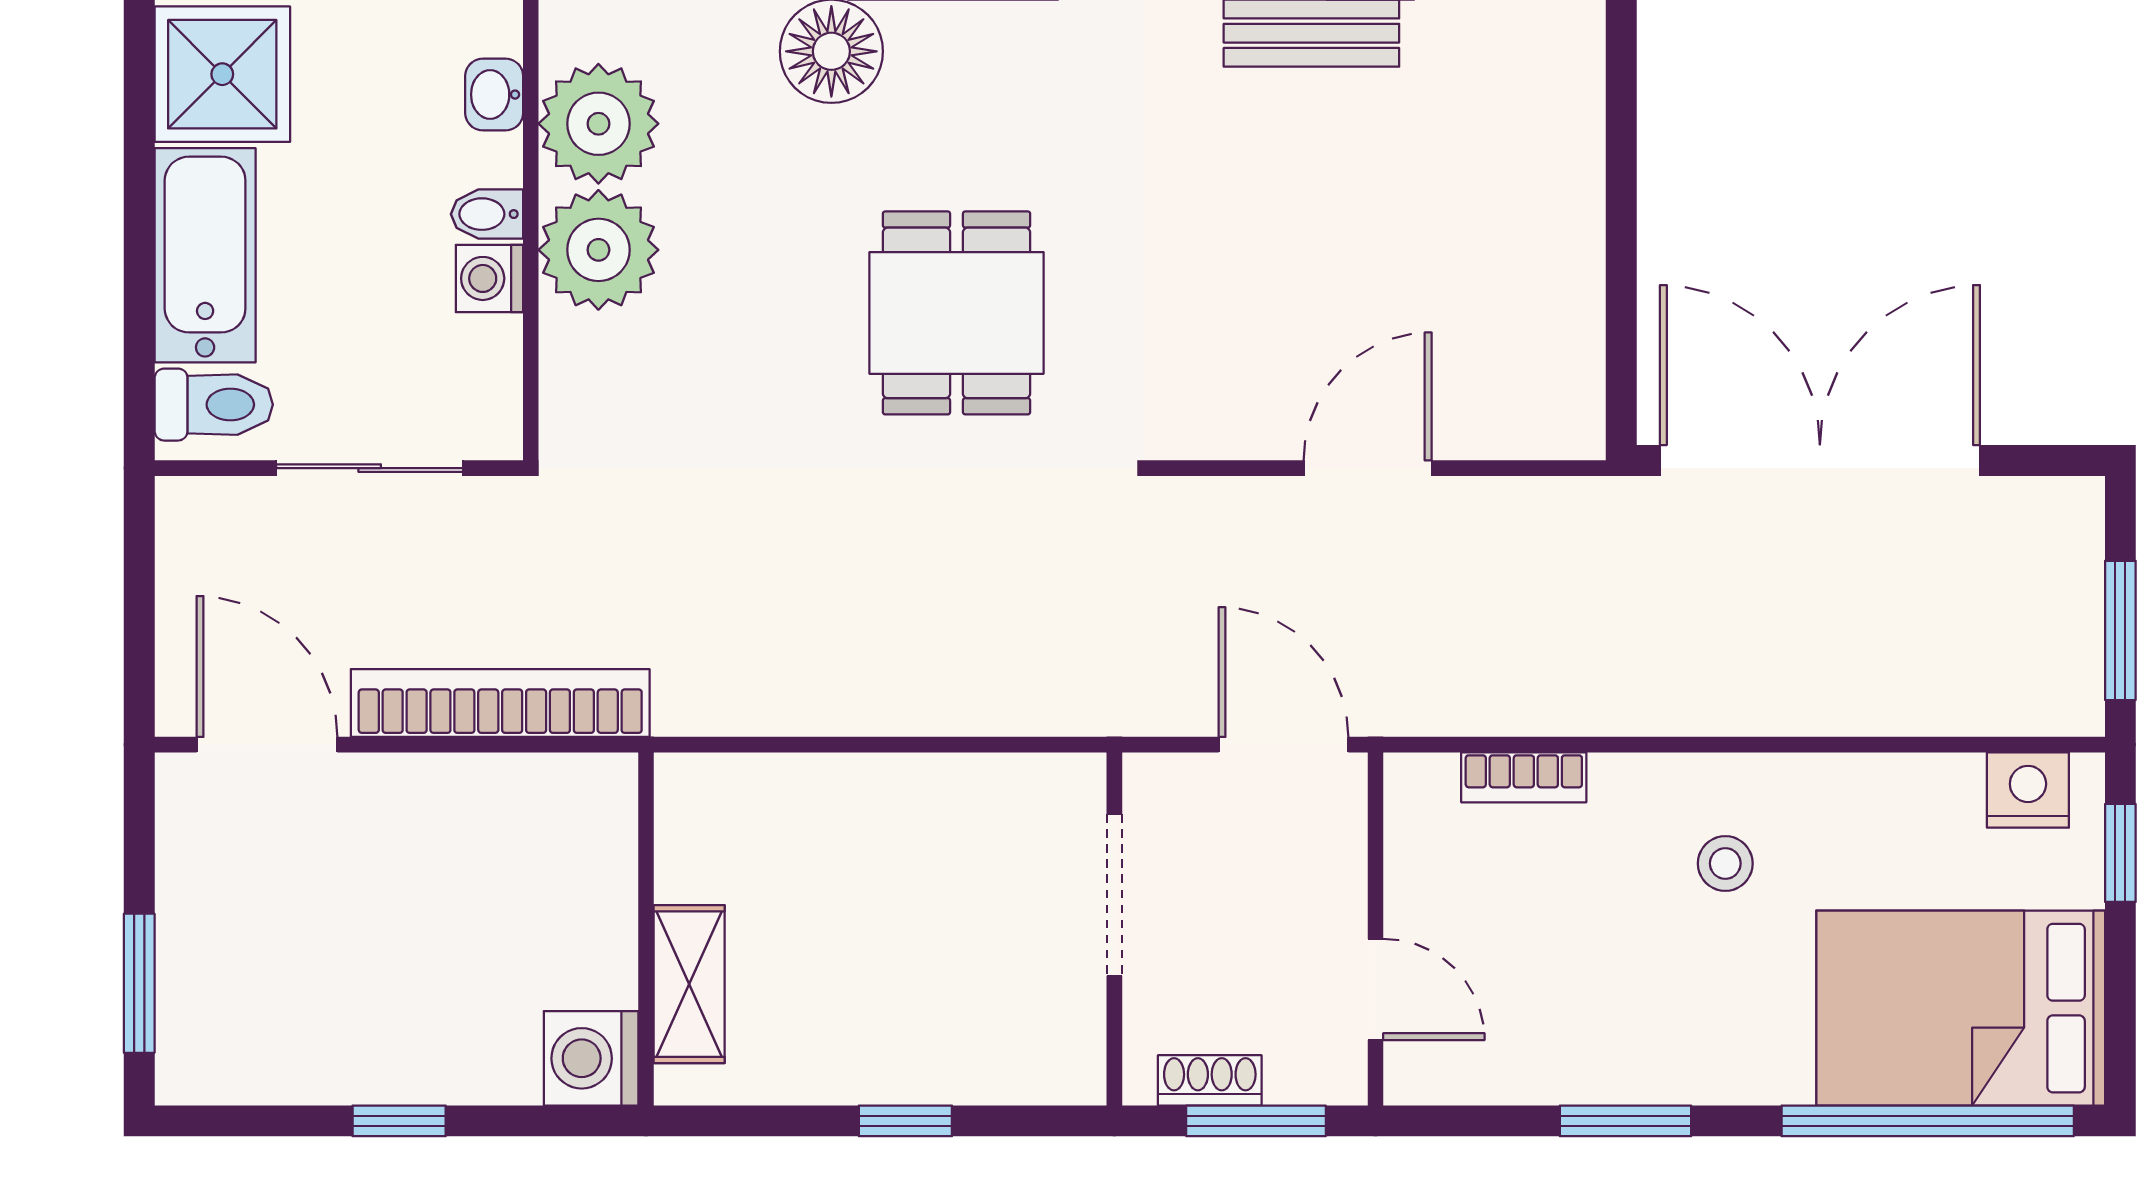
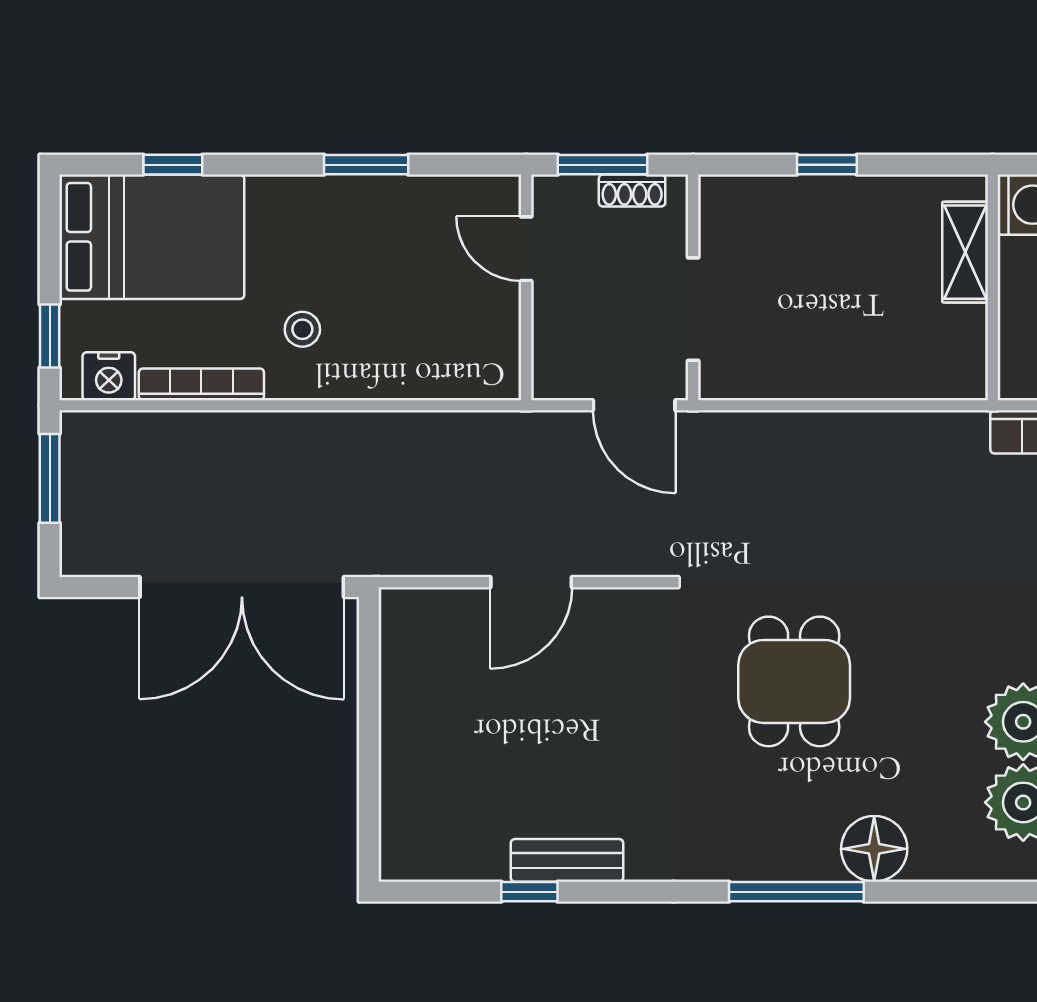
door: (1283, 745) -> (634, 405), moved
bookcase: (1524, 777) -> (201, 384), moved, width x1.56
window: (1928, 1121) -> (173, 165), width x0.32

